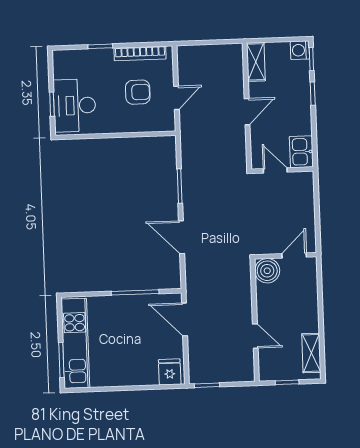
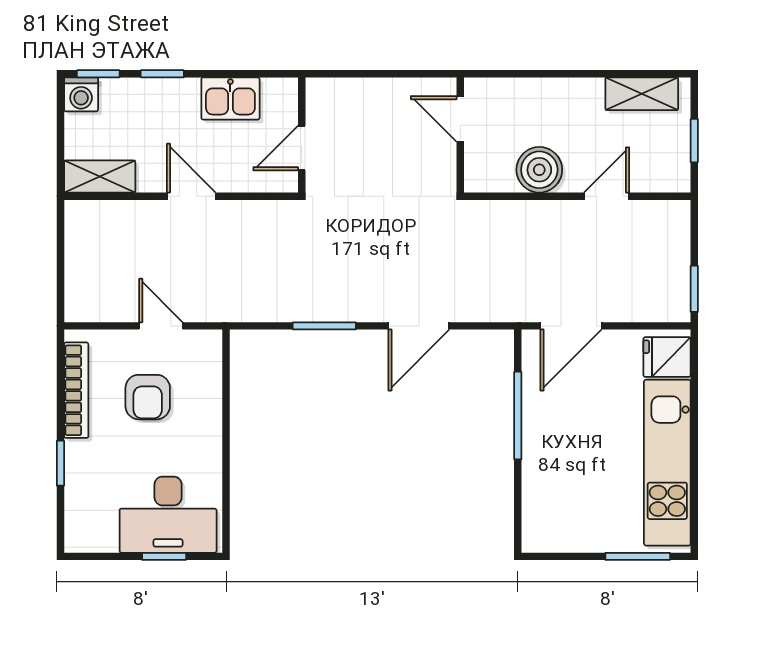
armchair: (138, 92) -> (148, 397), turned 180
kitchen sink: (301, 152) -> (230, 98), moved
boiler: (267, 271) -> (539, 170), moved
kitchen unit: (75, 343) -> (667, 463), moved, turned -90

